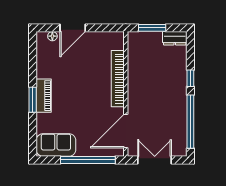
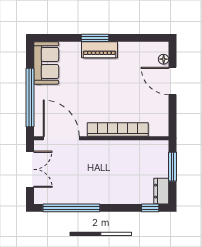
window: (190, 78) -> (150, 208), moved

